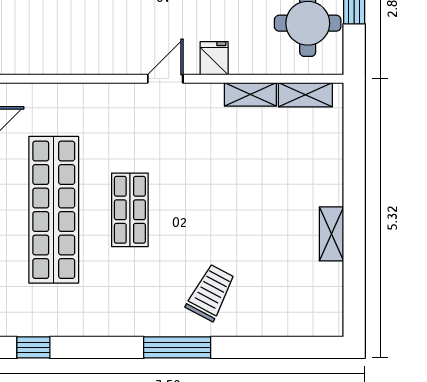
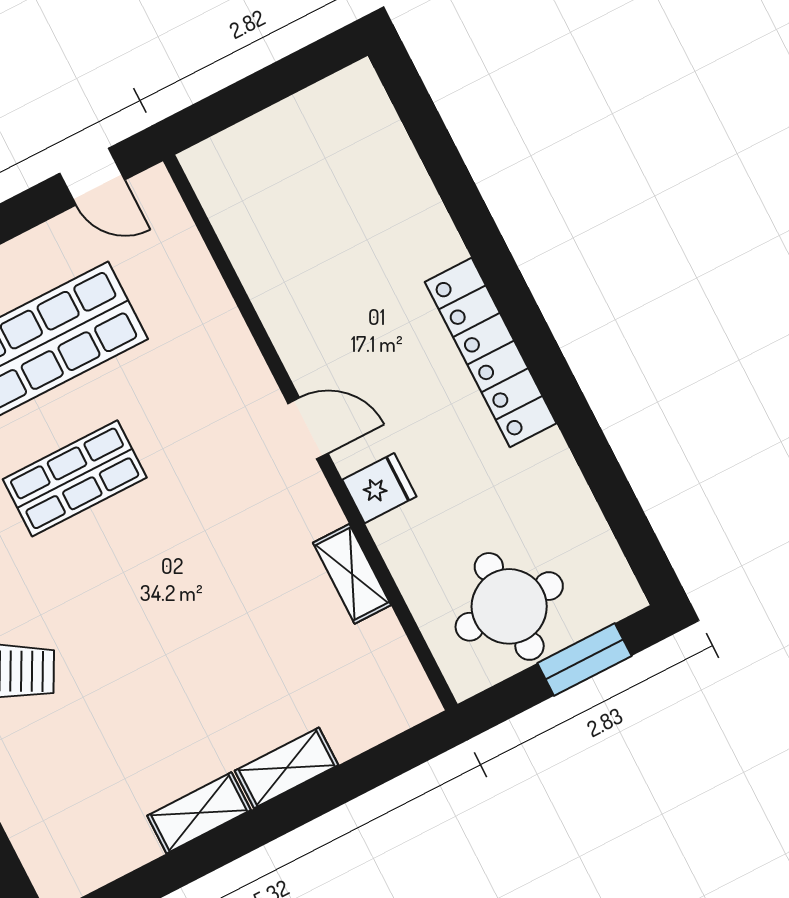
shelving: (305, 95) -> (287, 768), moved, turned 90

